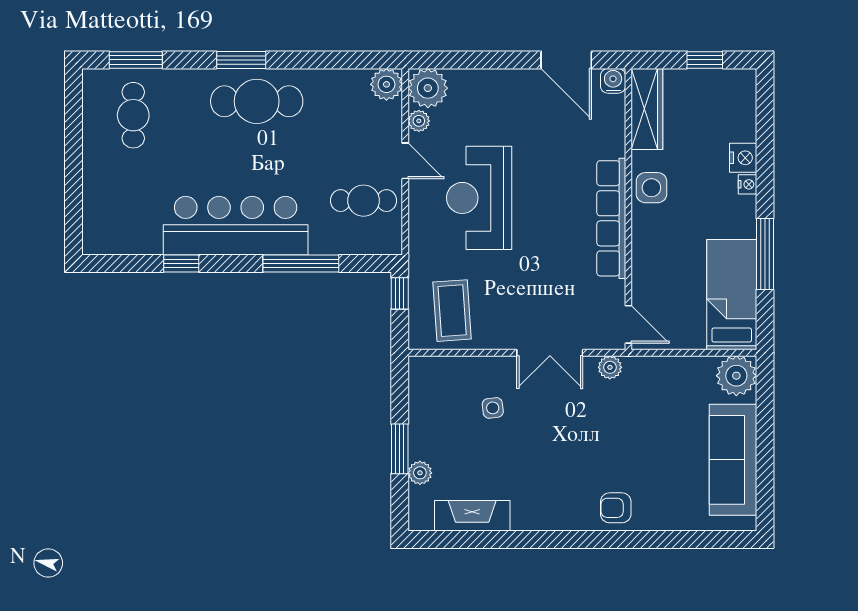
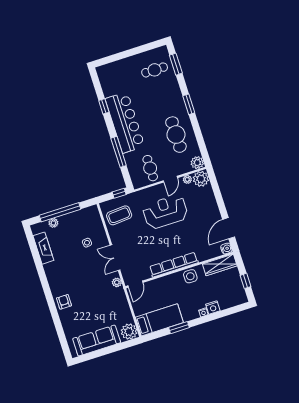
cafe table: (257, 101) -> (176, 135), moved
window: (765, 254) -> (179, 328), width x0.69
window: (400, 449) -> (60, 212), width x2.11

